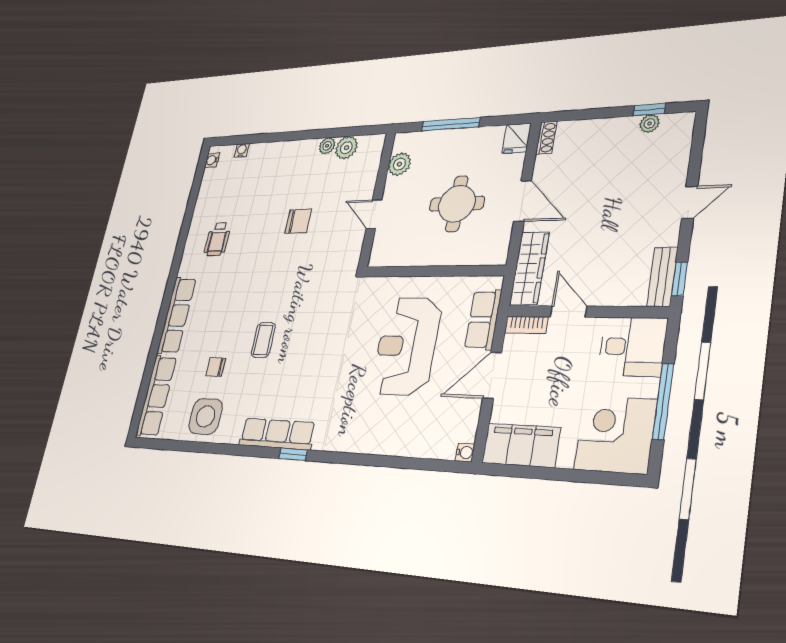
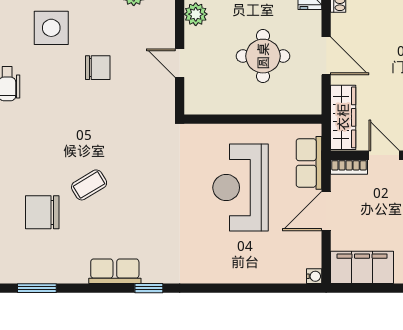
coffee table: (263, 340) -> (89, 185), turned 59
chair: (216, 367) -> (42, 212), width x1.87, depth x1.87
side table: (206, 416) -> (51, 28), moved
row of seats: (277, 434) -> (115, 271), width x0.68
window: (192, 447) -> (37, 288), added

